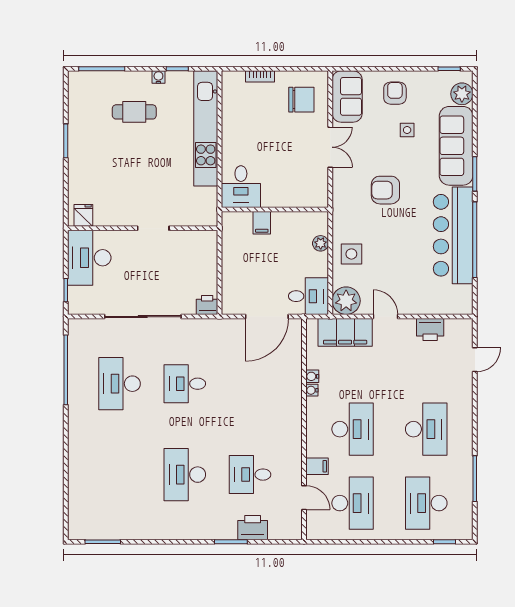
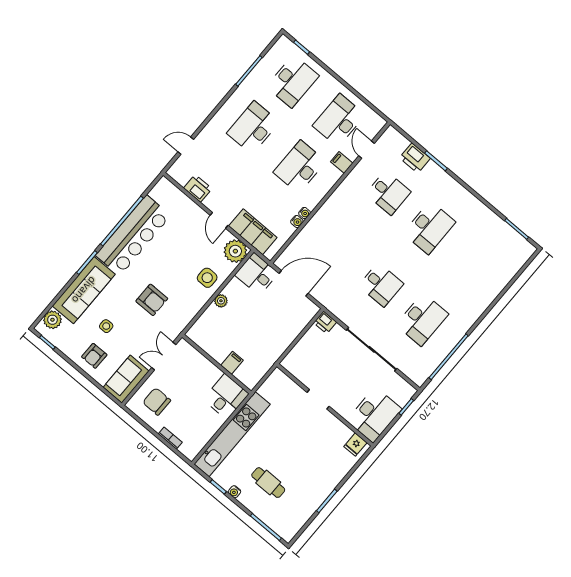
desk: (241, 187) -> (226, 397), moved
wall: (275, 210) -> (217, 364), moved
filing cabinet: (262, 223) -> (232, 363), moved

